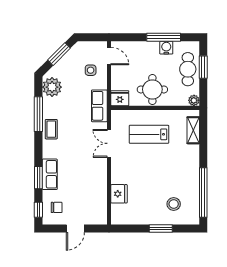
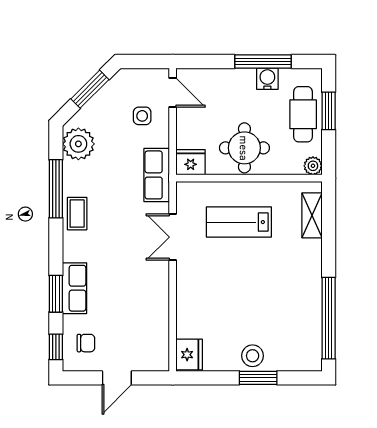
fridge: (119, 194) -> (189, 355), moved
stool: (174, 204) -> (253, 356), moved

